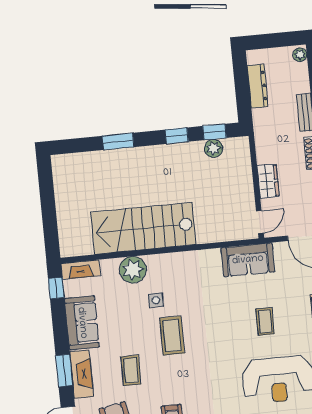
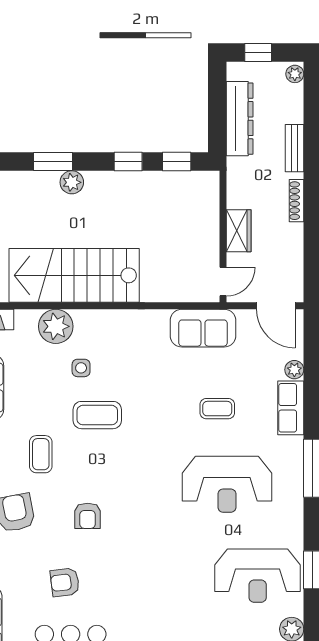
window: (270, 41) -> (258, 52), added
dresser: (258, 86) -> (240, 119), width x1.37, depth x1.24
plant: (214, 148) -> (72, 182), moved
coffee table: (265, 321) -> (217, 409), turned 90
coffee table: (172, 336) -> (97, 415), turned 90

